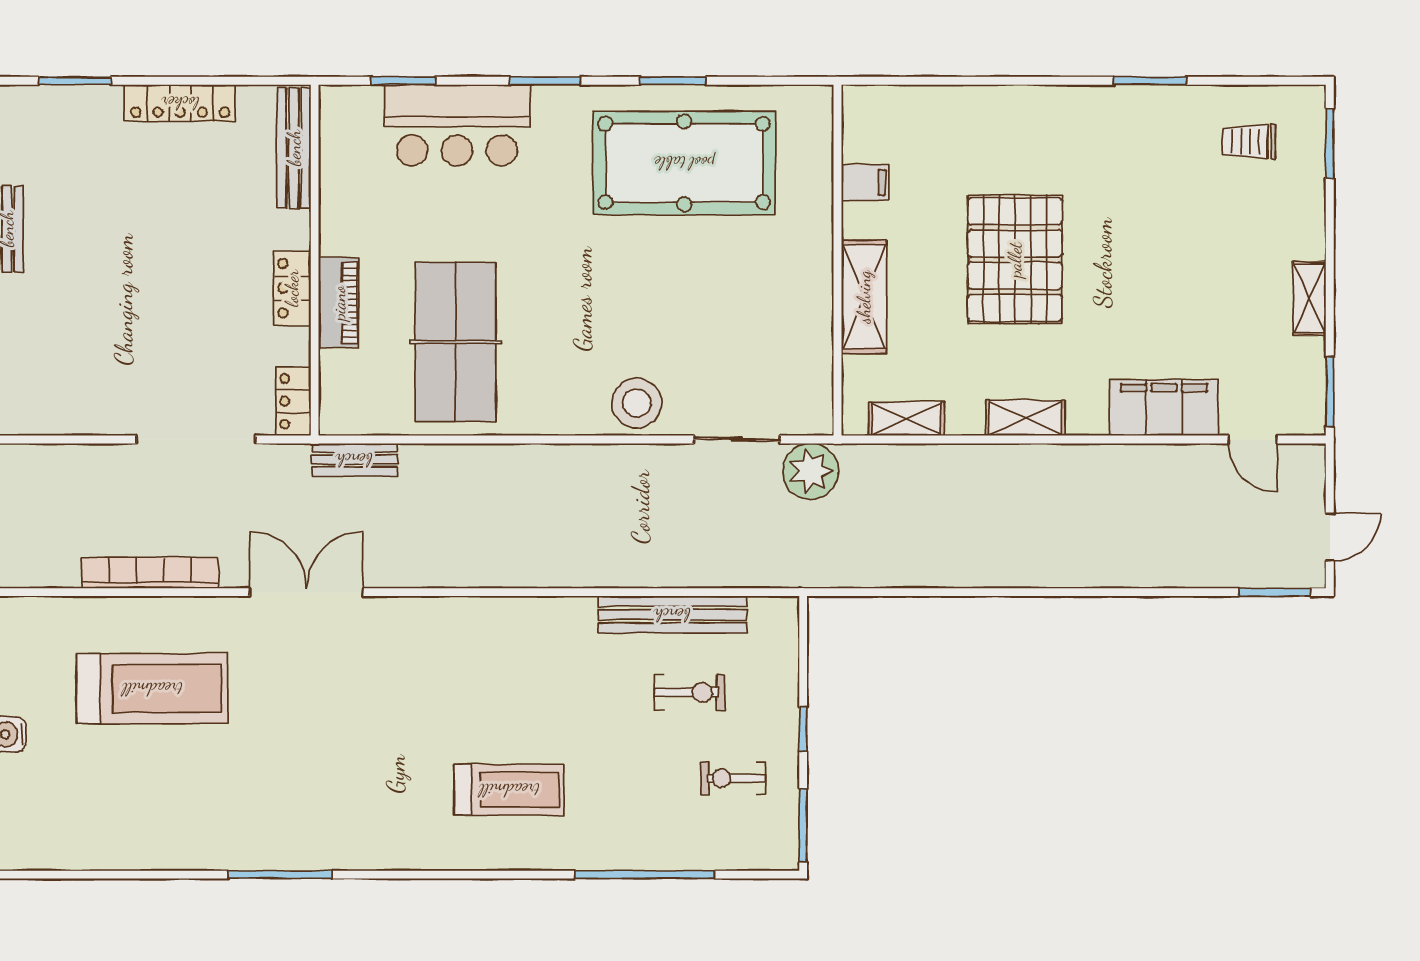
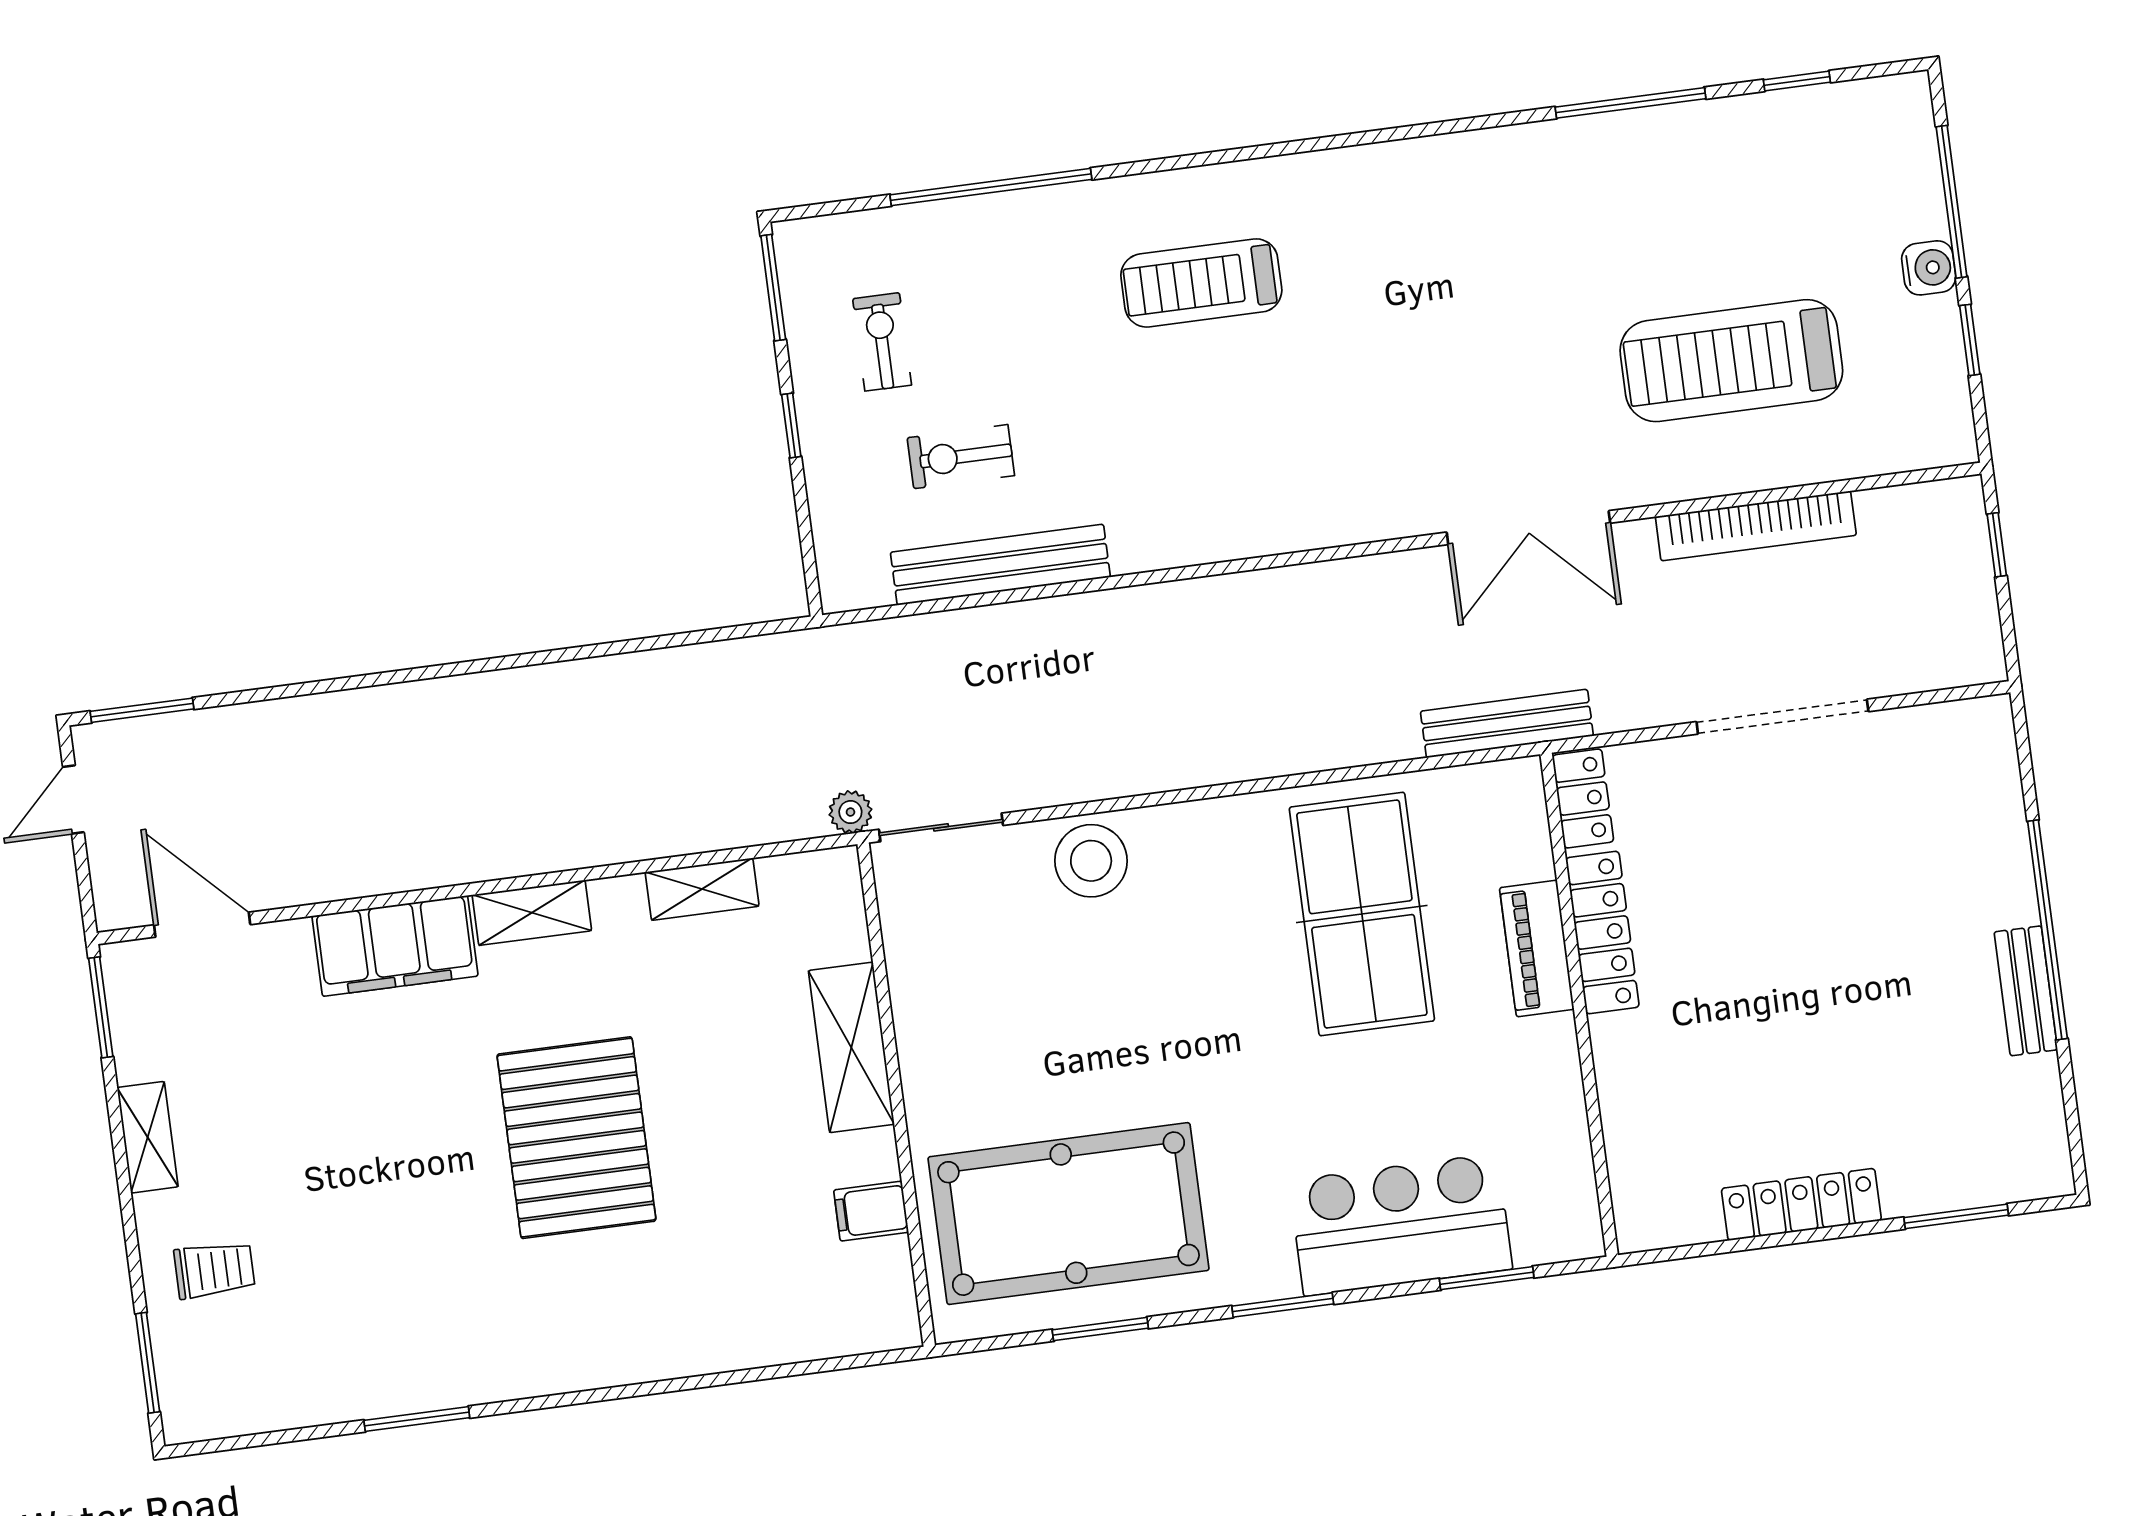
trolley: (1249, 142) -> (214, 1270), moved
bench: (294, 148) -> (1630, 1162), removed
filing cabinet: (865, 182) -> (871, 1211), moved
wall: (838, 260) -> (896, 1095), moved
locker: (292, 288) -> (1602, 933), width x1.53
shelving: (864, 297) -> (851, 1047), moved
filing cabinet: (1164, 408) -> (395, 946), moved
doorway: (196, 440) -> (1782, 717), moved
door: (1253, 440) -> (202, 925), width x1.38
bench: (354, 460) -> (1507, 724), width x1.36
plant: (811, 471) -> (850, 812), width x0.53, depth x0.53
exercise bike: (733, 778) -> (882, 342), turned -90
window: (82, 875) -> (1797, 81), added
window: (280, 875) -> (1630, 103), moved

